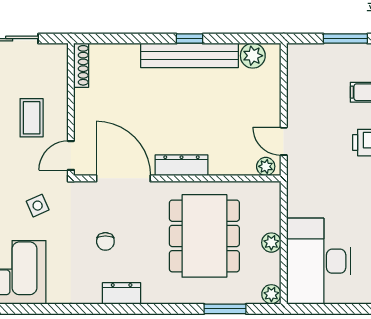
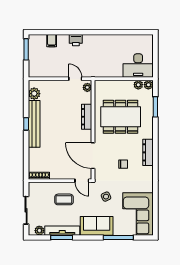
door: (284, 141) -> (75, 79), swing flipped
dresser: (182, 165) -> (87, 117), moved
door: (123, 178) -> (93, 156), hinge flipped
plant: (271, 243) -> (138, 85), moved
desk: (319, 261) -> (138, 66), width x0.73, depth x0.77
dresser: (122, 293) -> (148, 152), width x1.44

